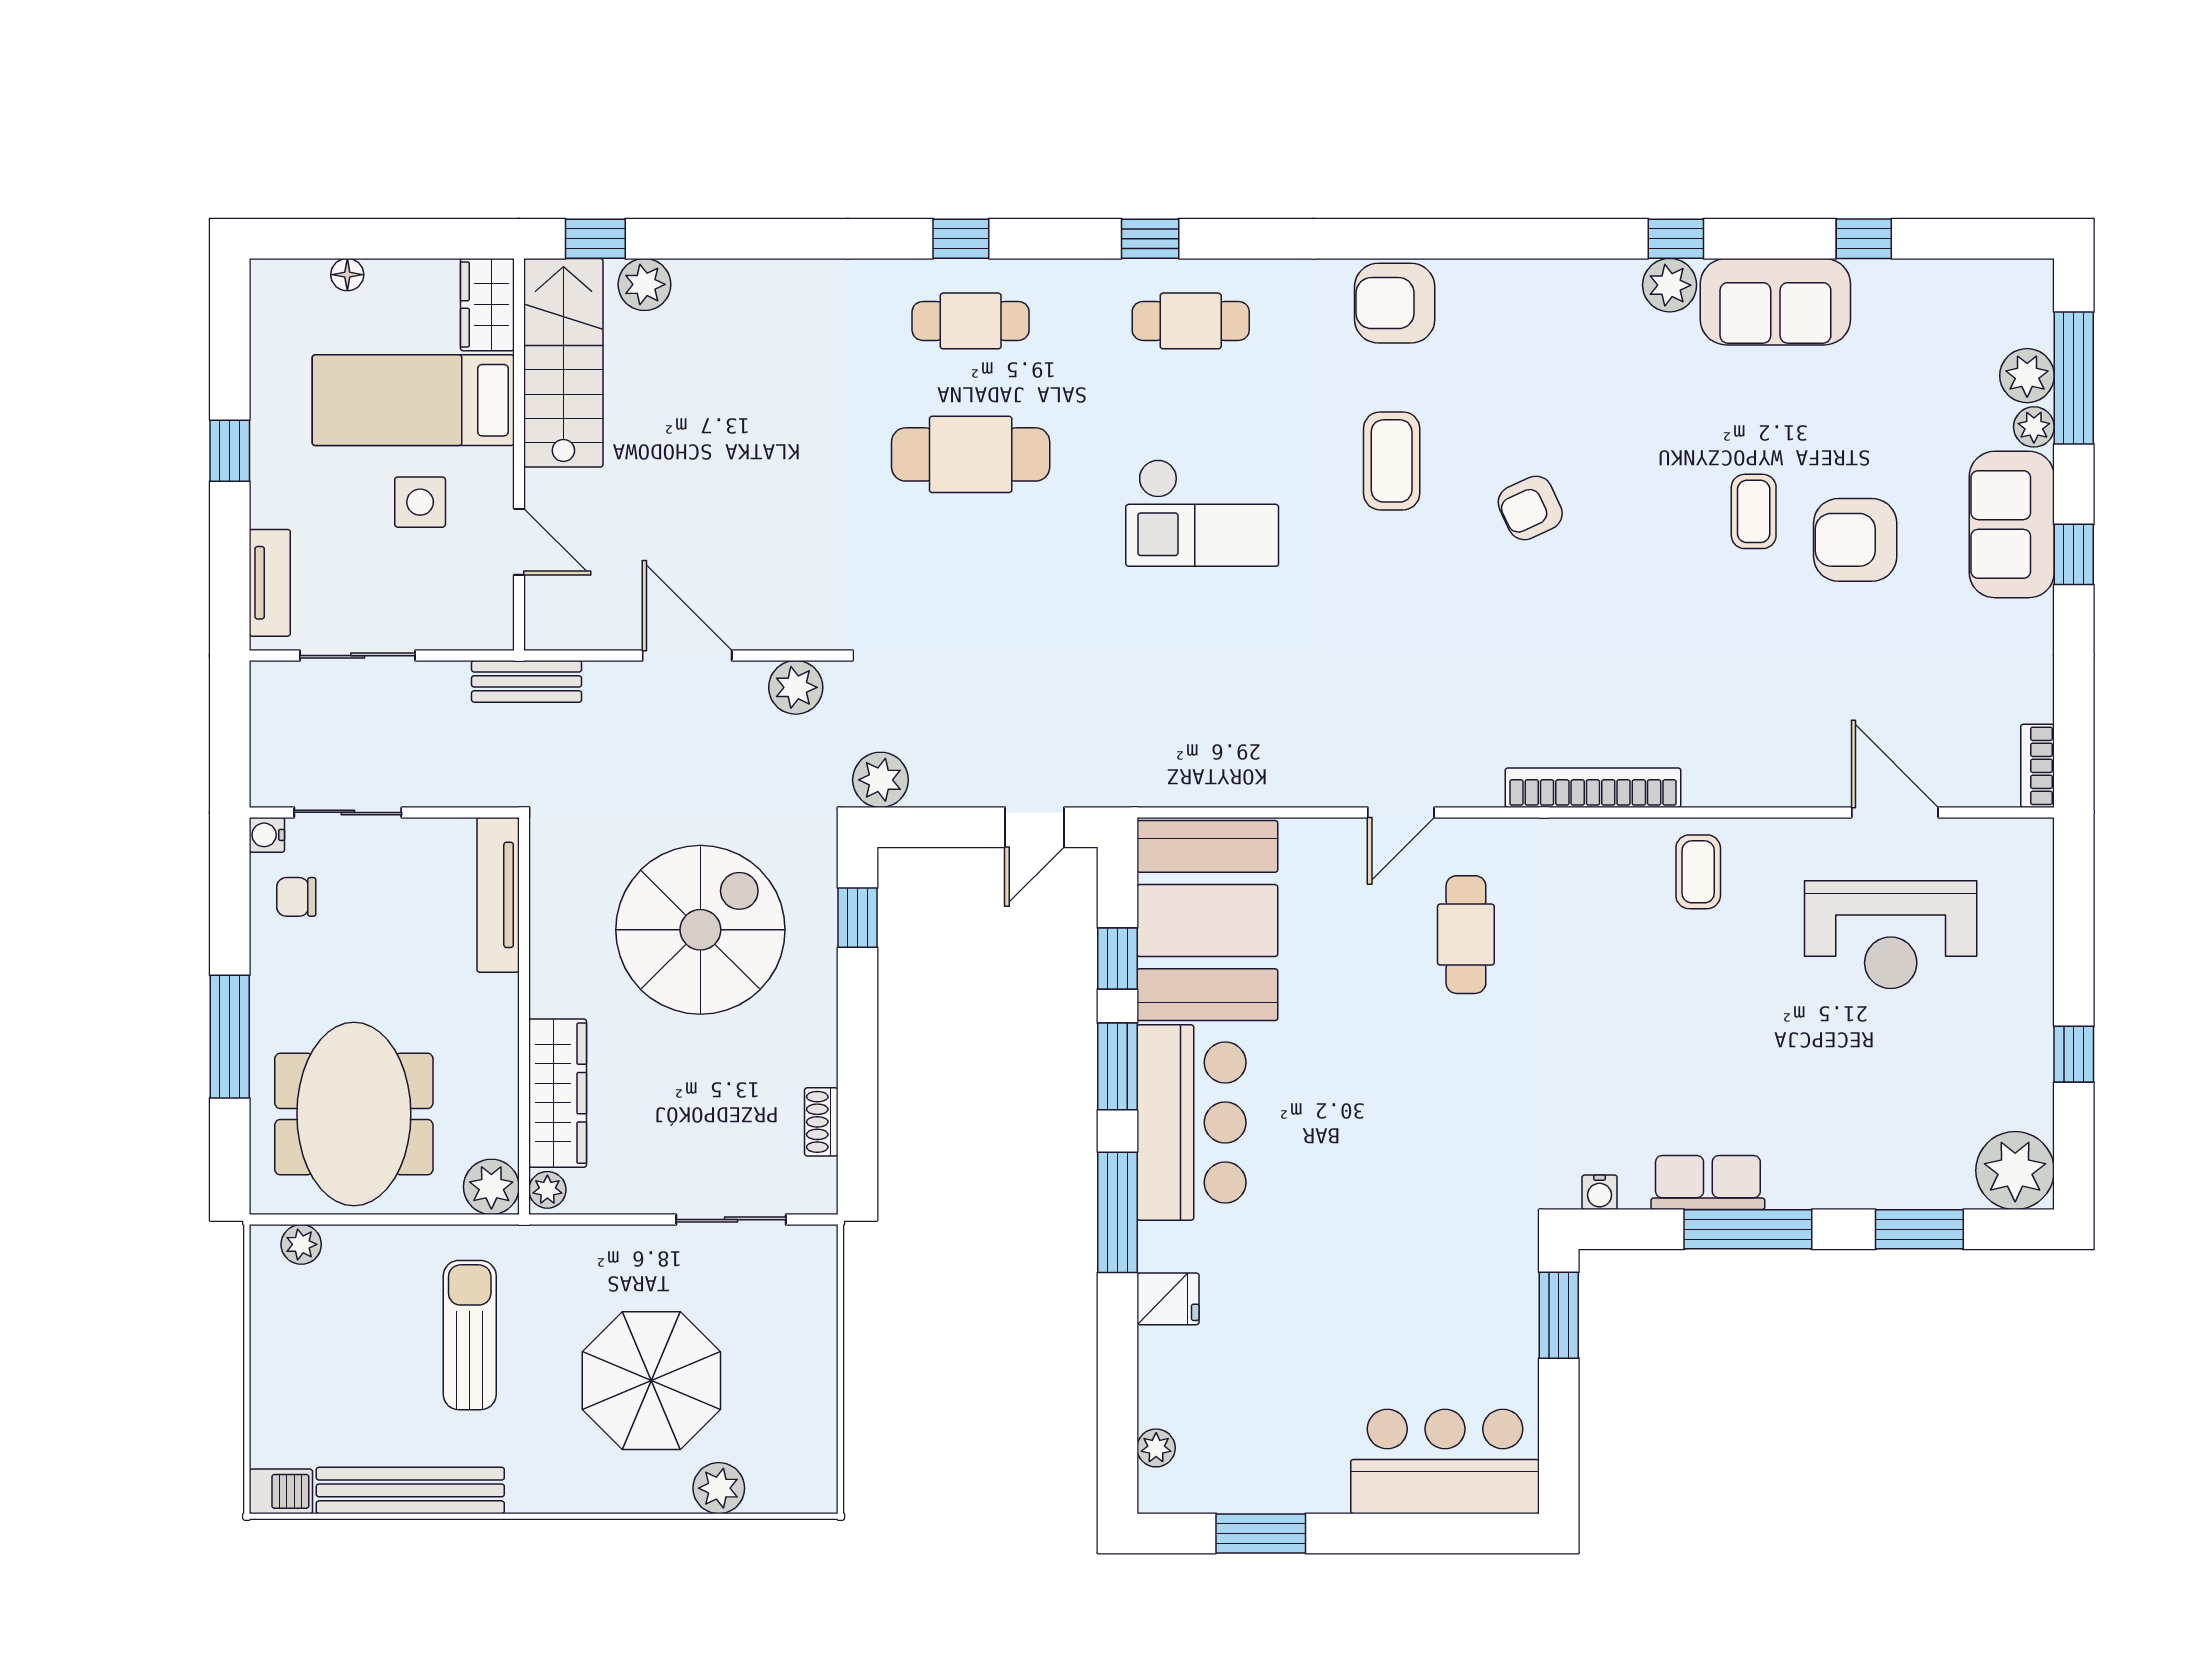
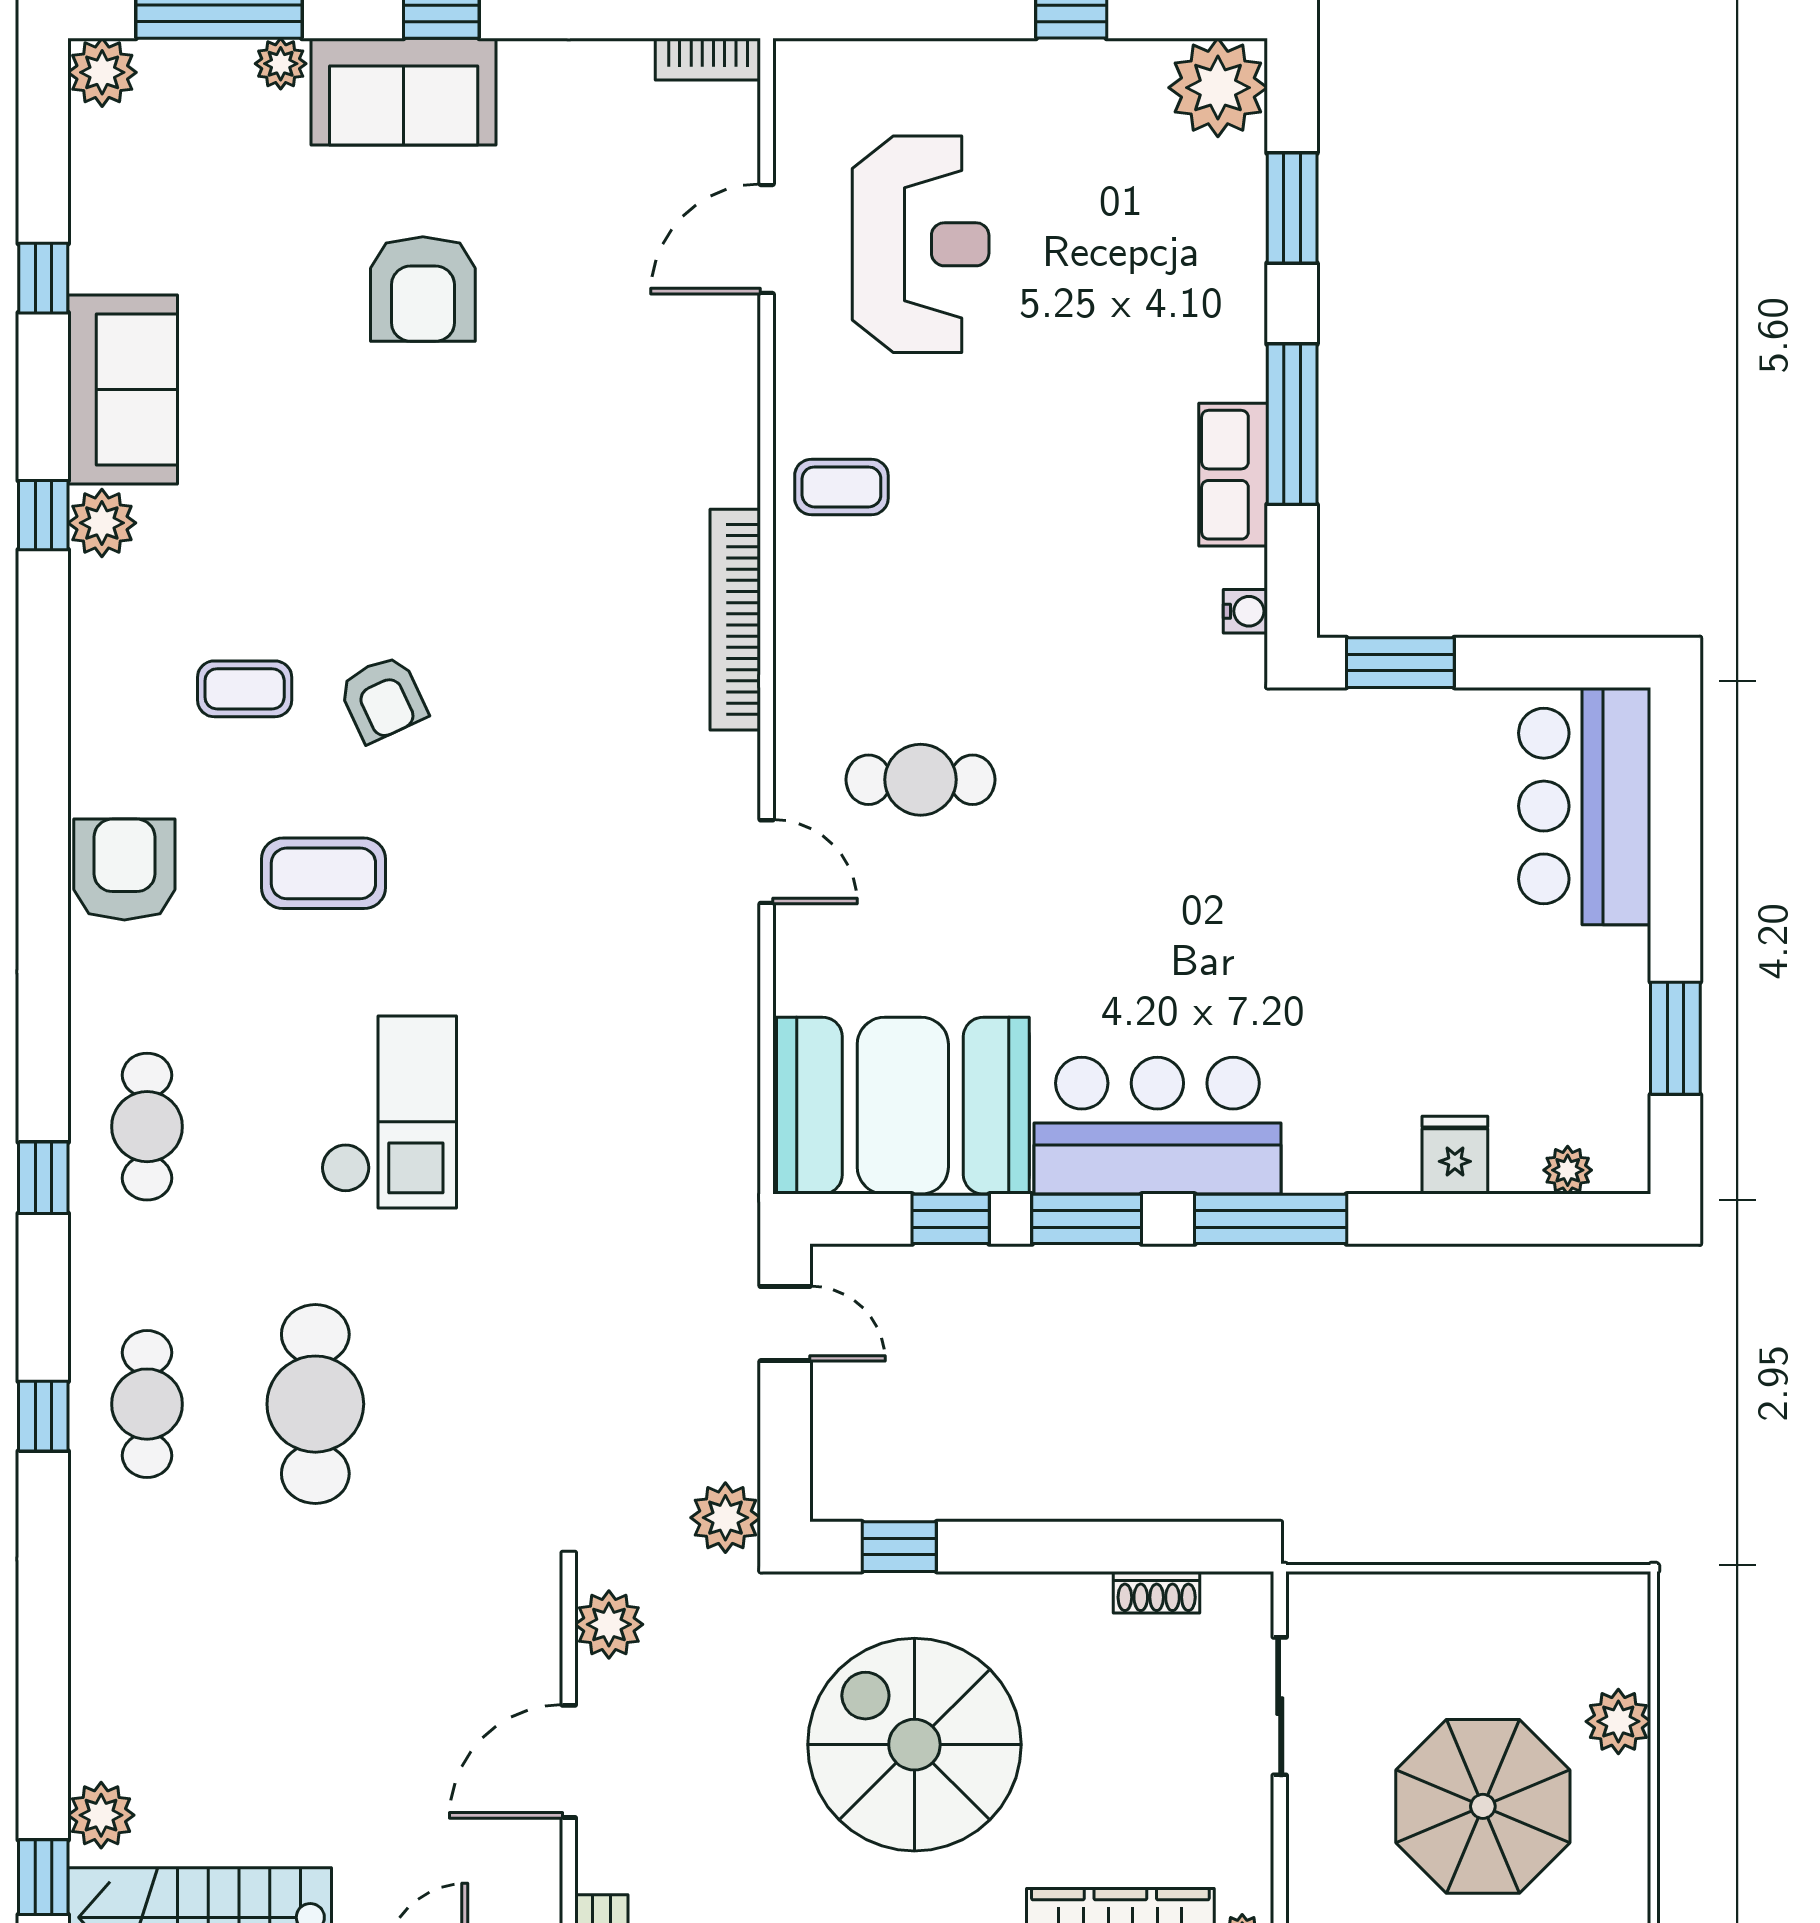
armchair: (1395, 303) -> (124, 869), turned 180
plant: (2027, 376) -> (102, 72), moved
coffee table: (1754, 511) -> (245, 689), moved
fridge: (1168, 1299) -> (1455, 1155), moved

